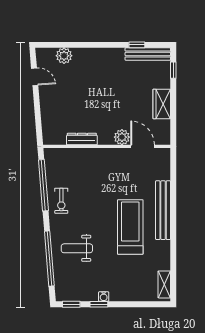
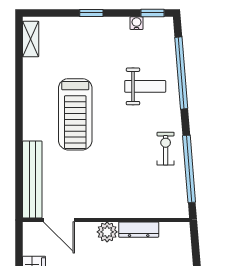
plant: (122, 137) -> (107, 232), moved
bench: (163, 210) -> (32, 179), moved
water cooler: (104, 297) -> (137, 23), moved
window: (99, 304) -> (91, 13), moved

